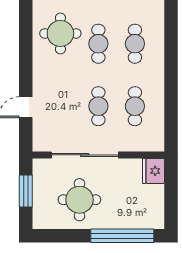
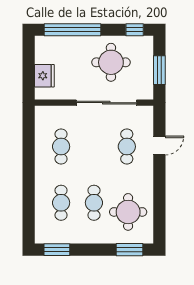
cafe table: (98, 106) -> (127, 147), moved
fridge: (153, 171) -> (44, 76), moved
window: (53, 236) -> (135, 30), added

